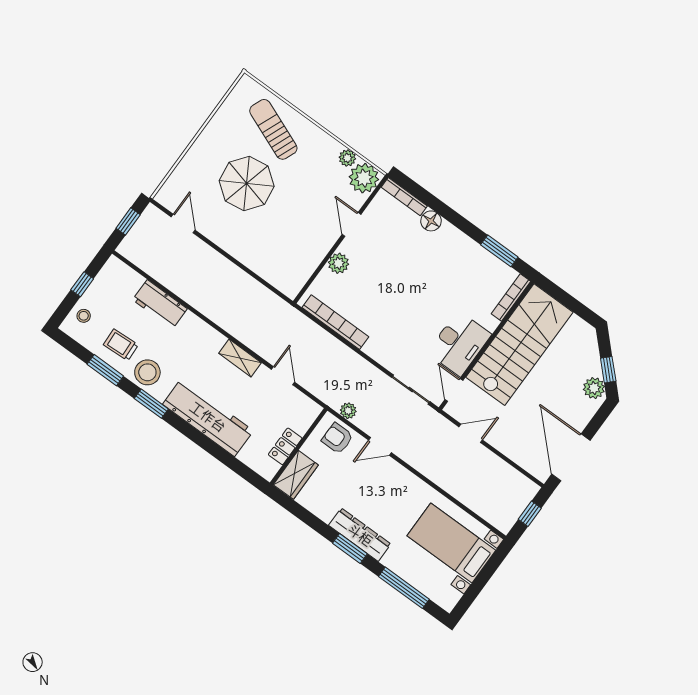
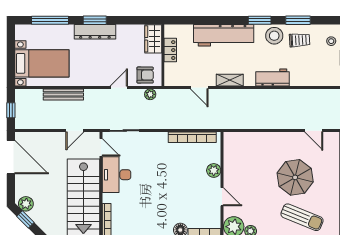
workbench: (160, 304) -> (273, 78), moved
bench: (453, 487) -> (63, 94), added

